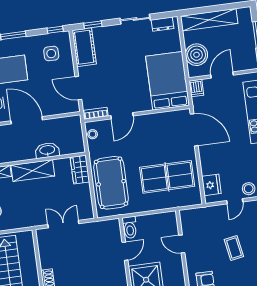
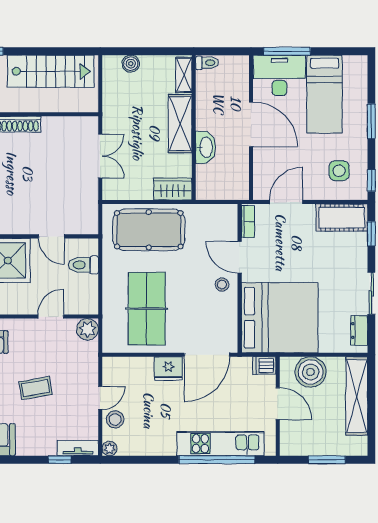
bed: (168, 81) -> (280, 318), width x1.36
door: (27, 120) -> (251, 124), hinge flipped
stool: (93, 134) -> (222, 285), moved
fridge: (211, 185) -> (168, 369), moved
door: (235, 201) -> (100, 398), swing flipped
plant: (187, 217) -> (87, 329), added
toilet: (130, 227) -> (83, 265), moved

